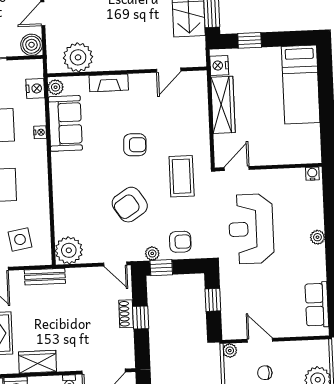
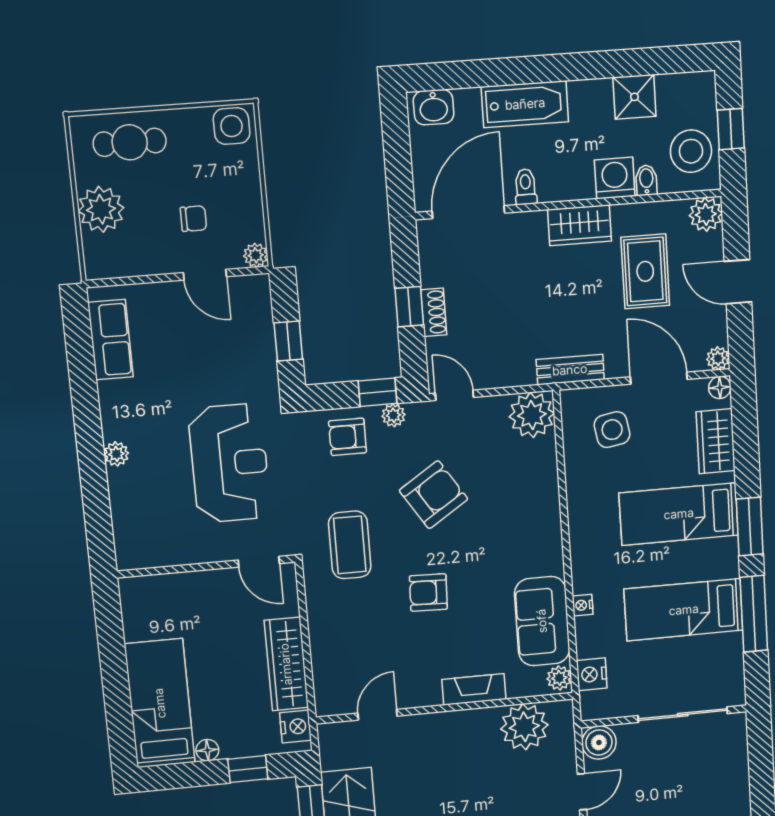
floor lamp: (273, 54) -> (207, 750), added
door: (237, 169) -> (259, 562), hinge flipped
water cooler: (312, 174) -> (132, 559), removed

